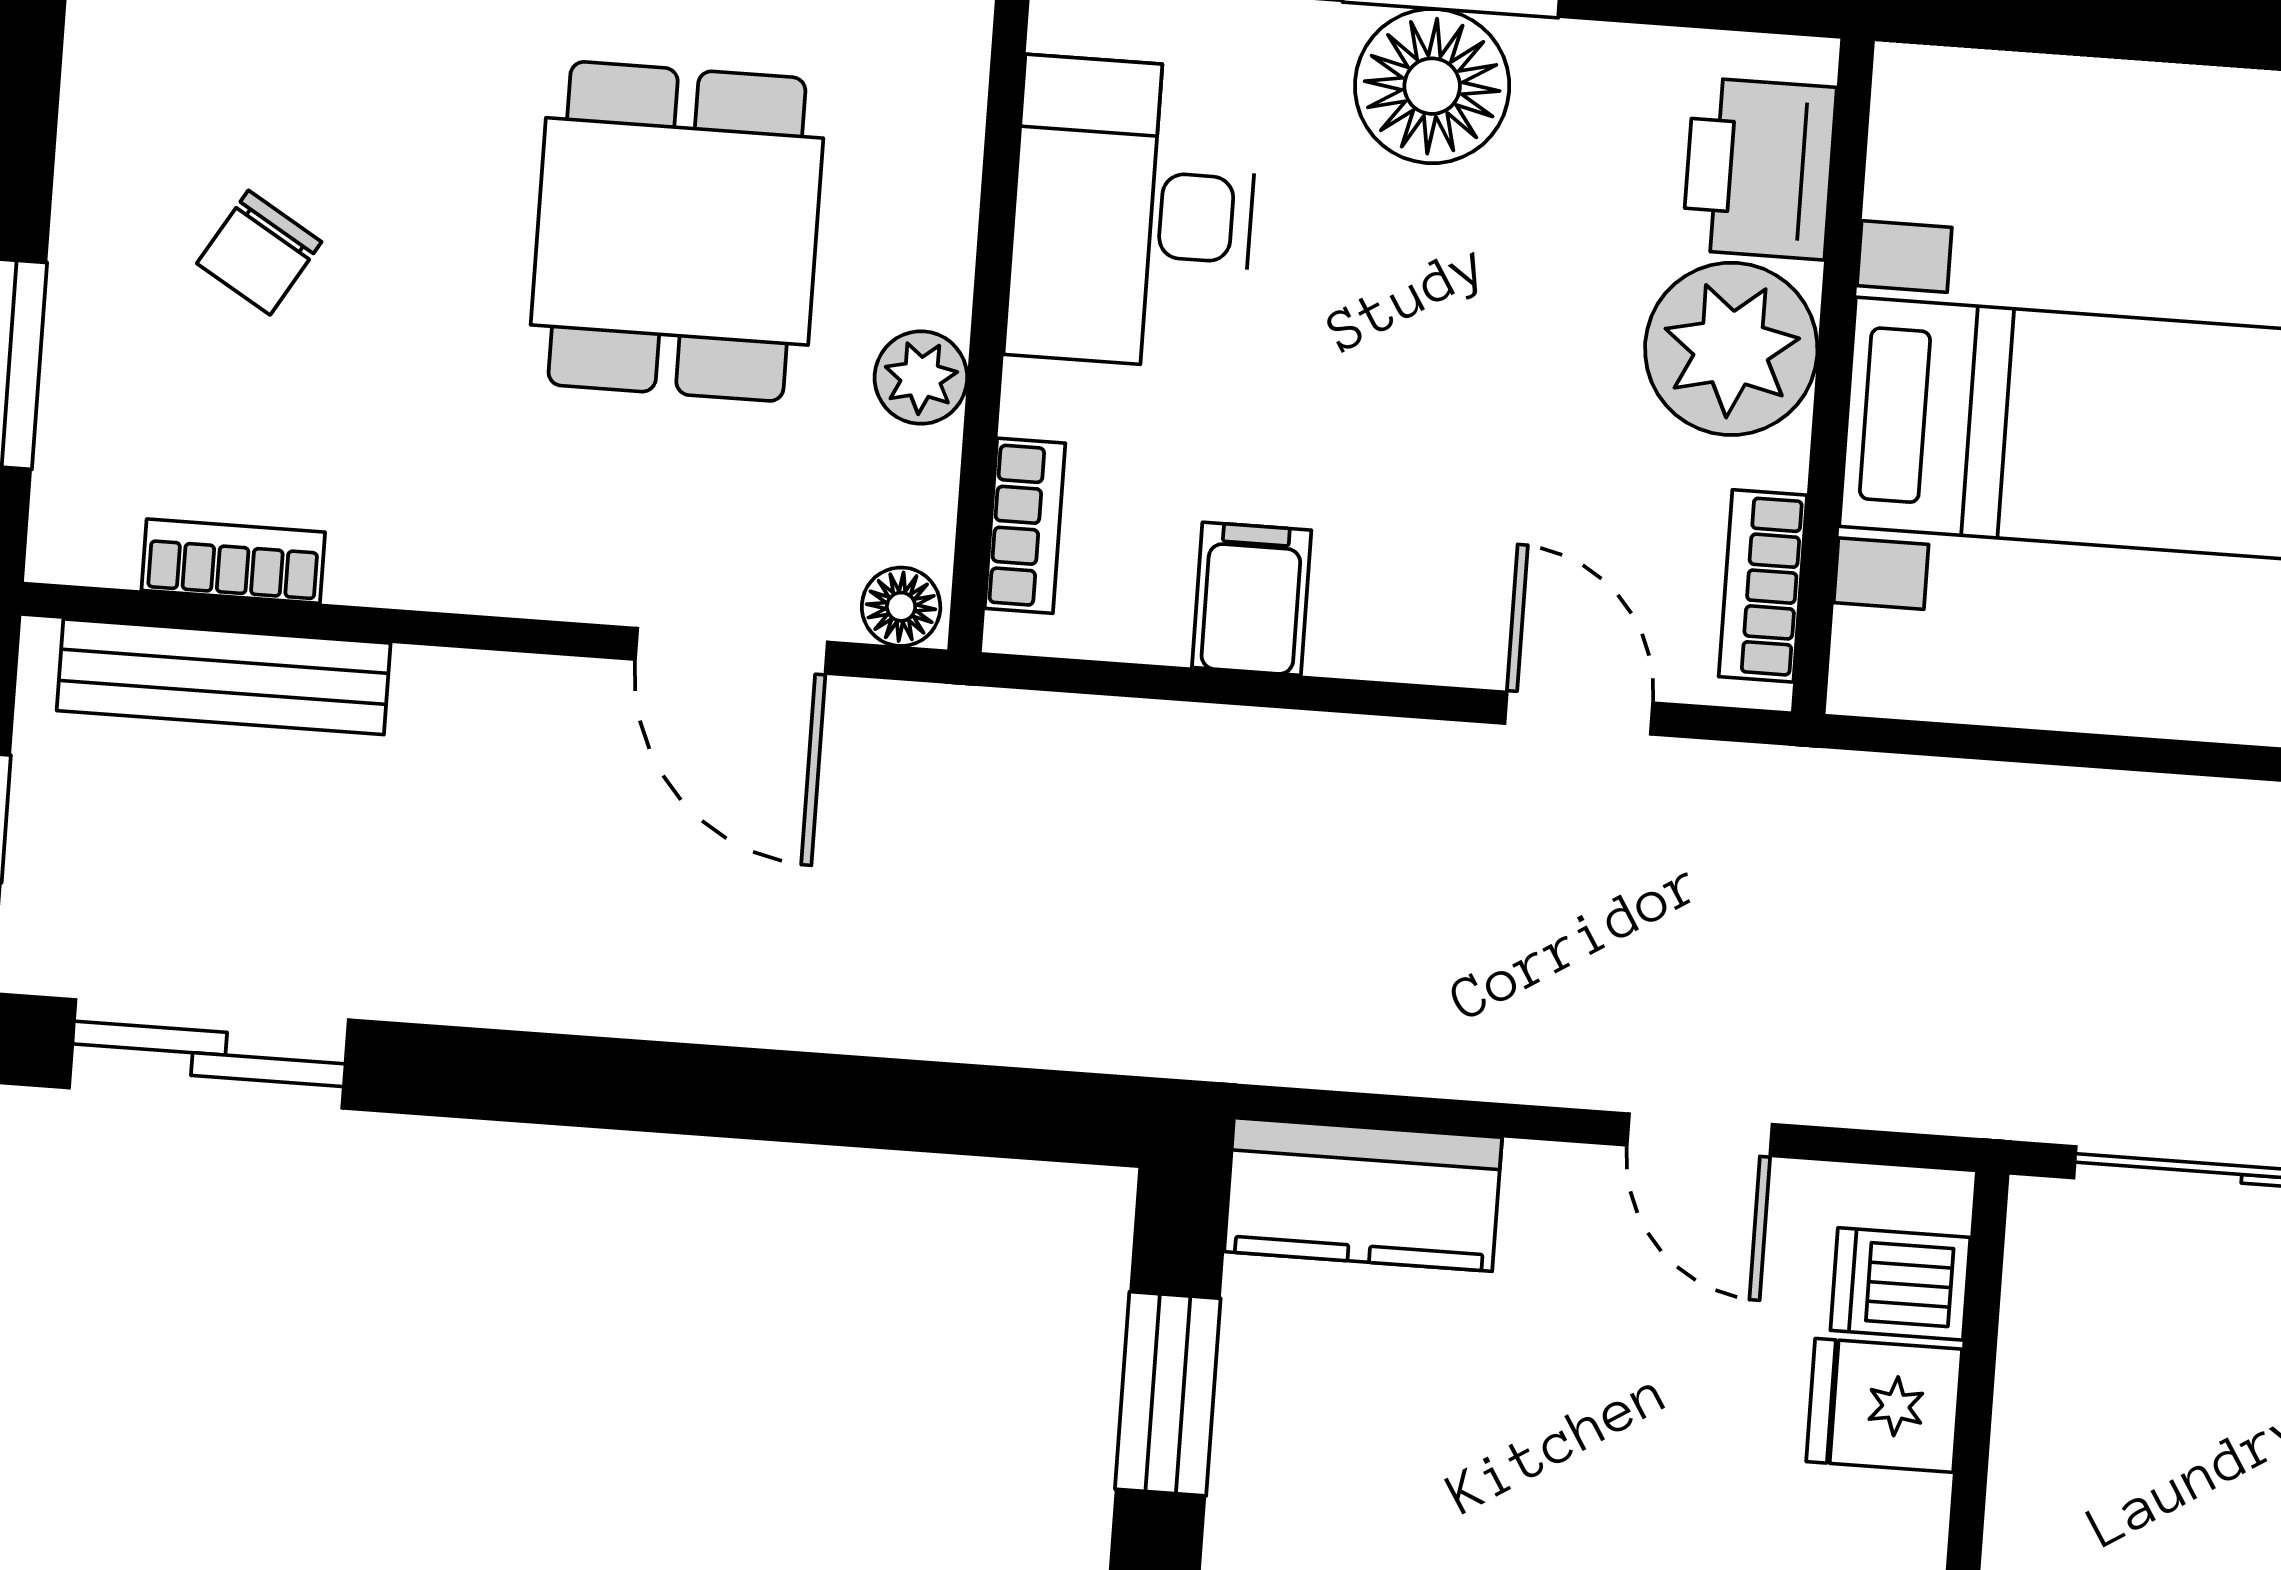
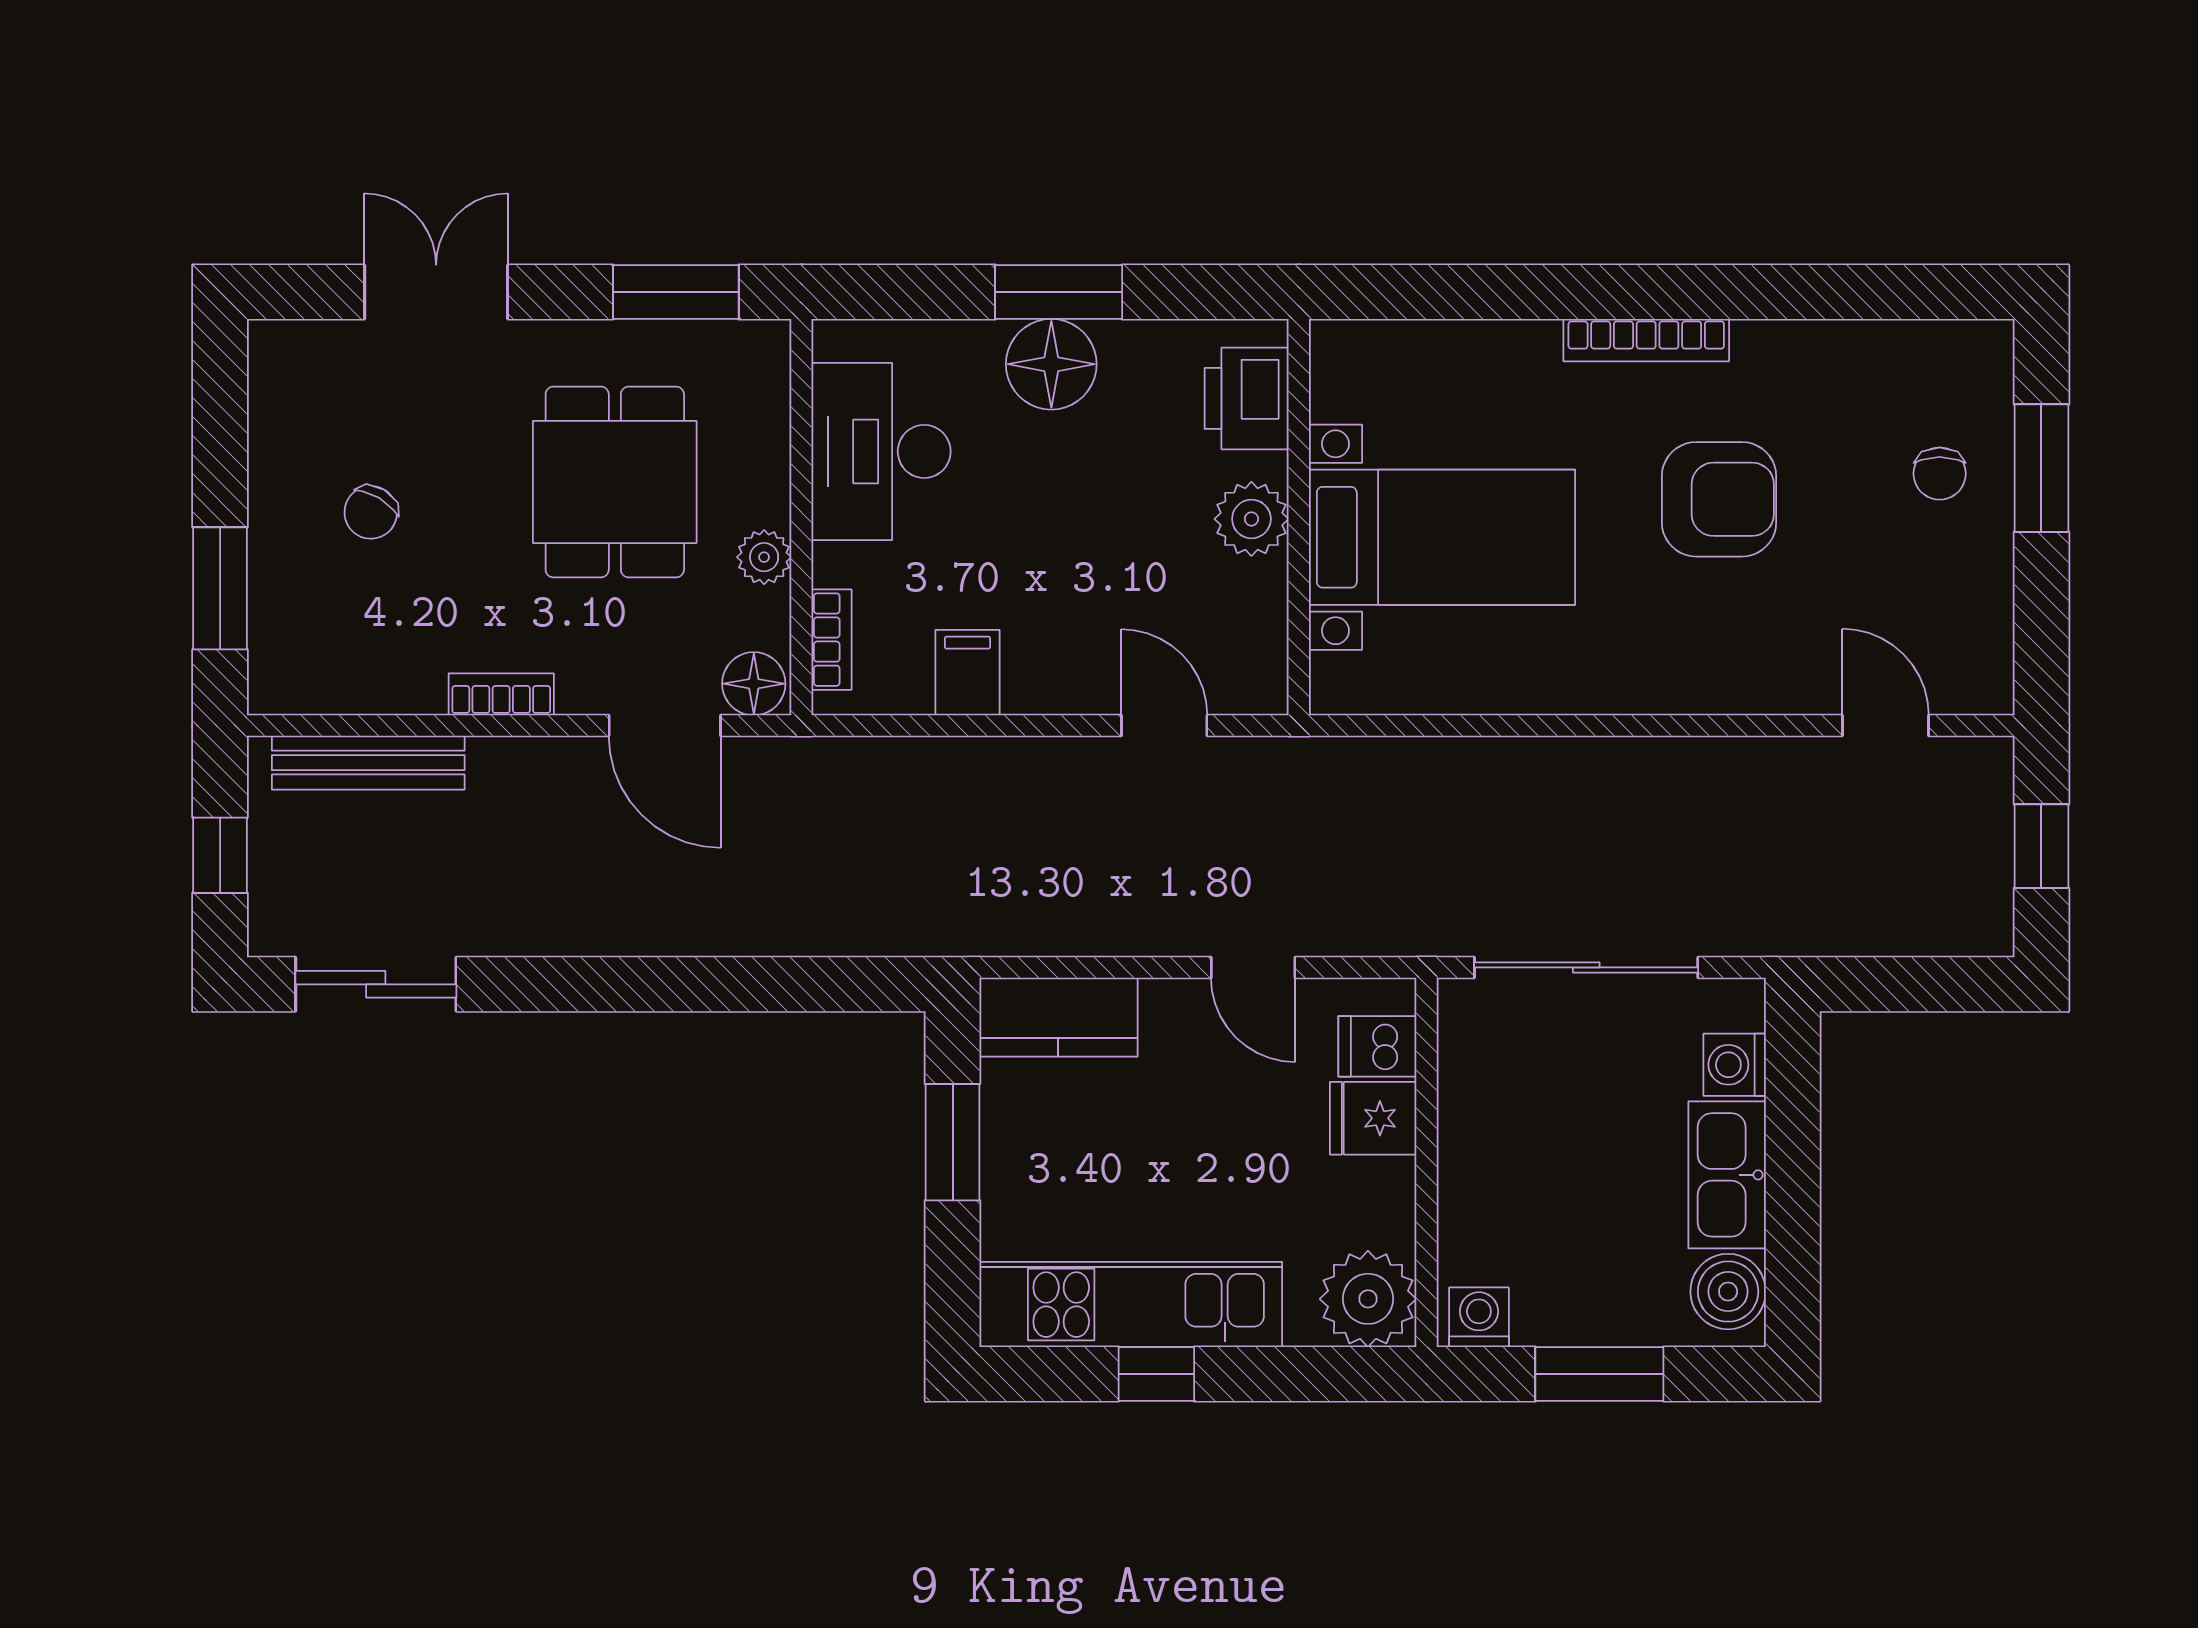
plant: (1731, 349) -> (1251, 519), width x0.73, depth x0.73
bookcase: (233, 561) -> (501, 694), moved
bookcase: (1763, 586) -> (1267, 643), removed
floor lamp: (901, 607) -> (754, 684), width x1.37, depth x1.37

